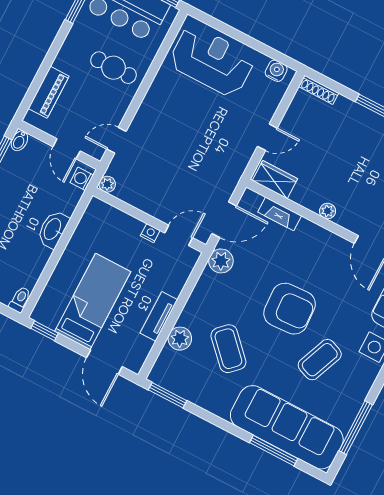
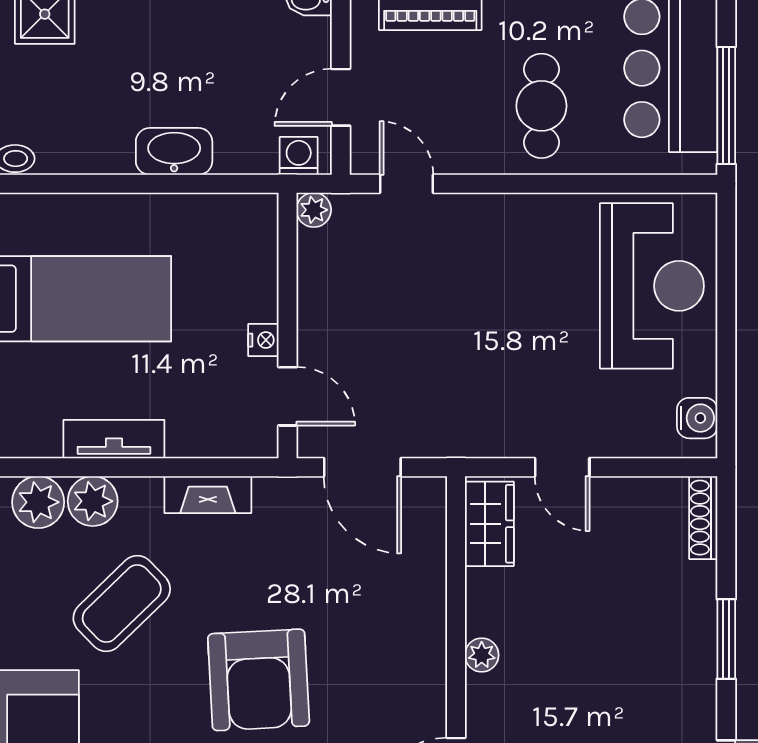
fireplace: (280, 214) -> (208, 495), moved, turned -90
plant: (221, 261) -> (38, 502), moved

